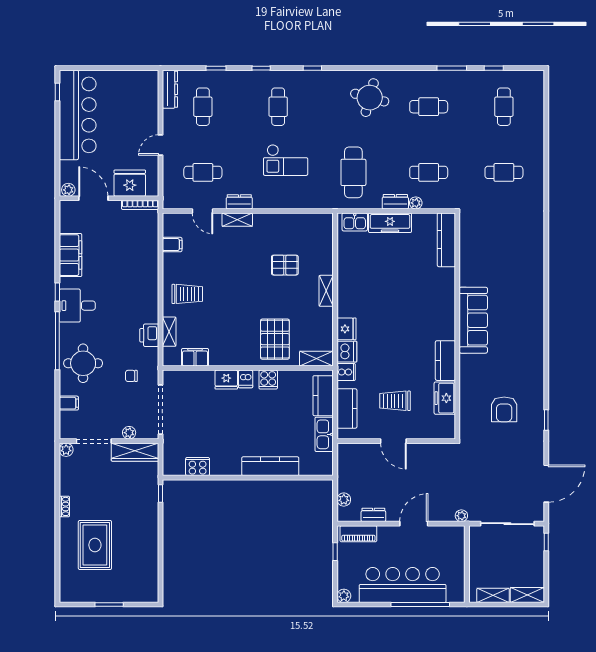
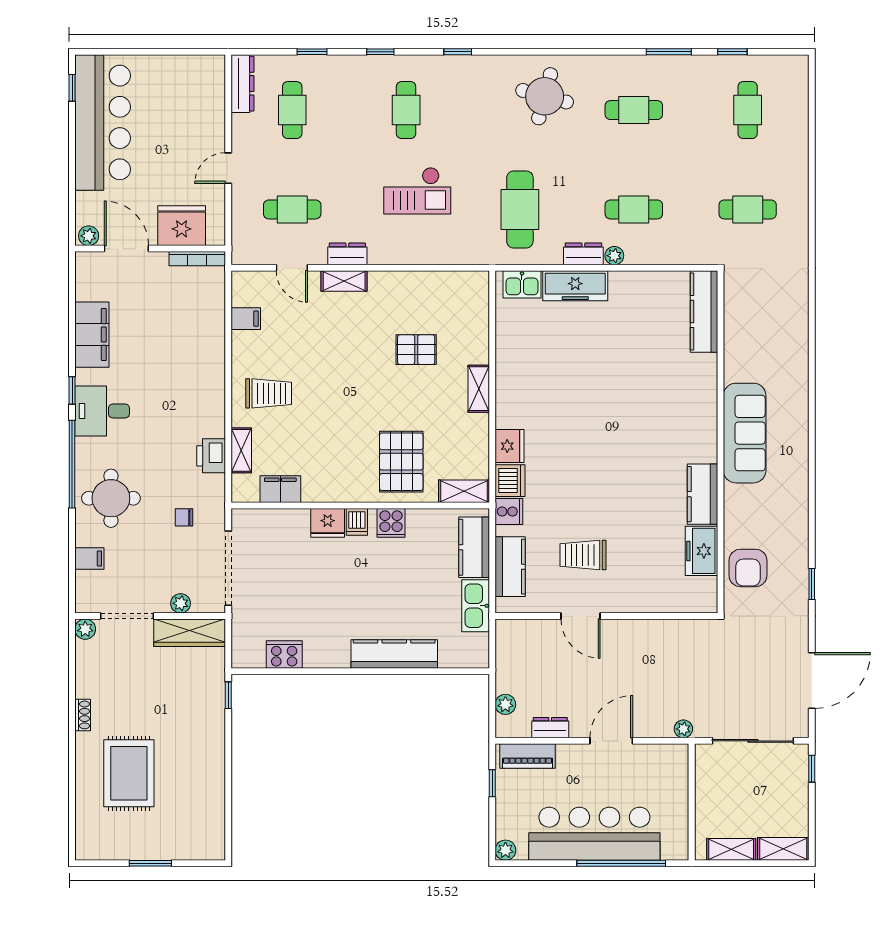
kitchen counter: (446, 240) -> (704, 311), moved
sofa: (473, 320) -> (745, 433), moved
wall: (457, 326) -> (720, 442), moved
kitchen counter: (445, 361) -> (702, 494), moved
freezer: (445, 398) -> (702, 551), moved

